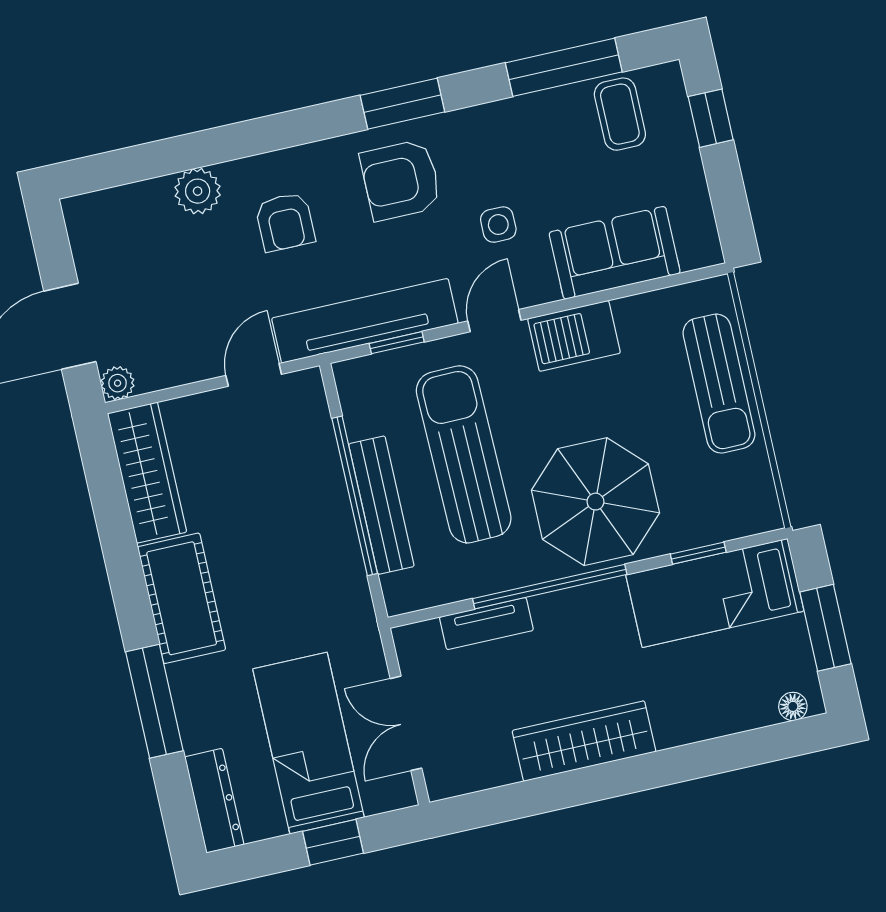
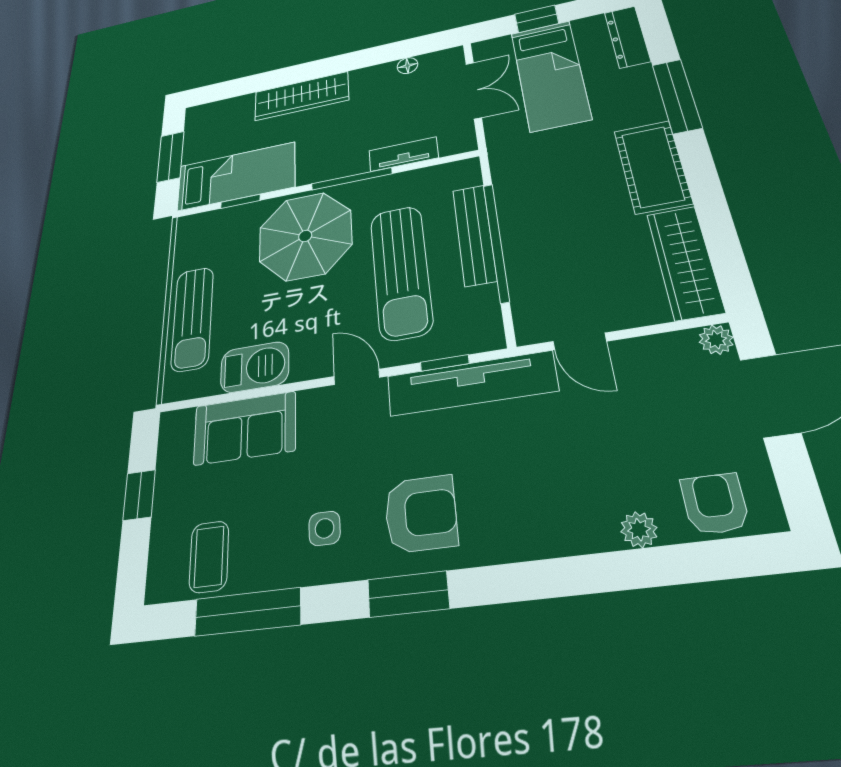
window: (711, 118) -> (139, 495), moved
plant: (198, 191) -> (639, 530), width x0.73, depth x0.73
armchair: (285, 222) -> (715, 504), moved
side table: (498, 225) -> (325, 528), moved
door: (494, 321) -> (357, 377), swing flipped
barbecue: (574, 336) -> (255, 367), moved
door: (254, 375) -> (580, 341), hinge flipped
sun lounger: (719, 384) -> (192, 318), turned 180
window: (550, 587) -> (352, 179), width x0.68
floor lamp: (793, 706) -> (407, 66), moved
wardrobe: (584, 741) -> (301, 96), moved

